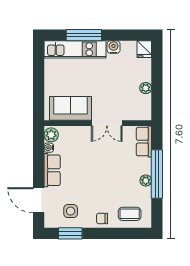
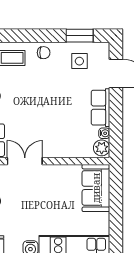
sofa: (70, 108) -> (96, 188), moved, turned 90
double door: (107, 123) -> (25, 161), moved

